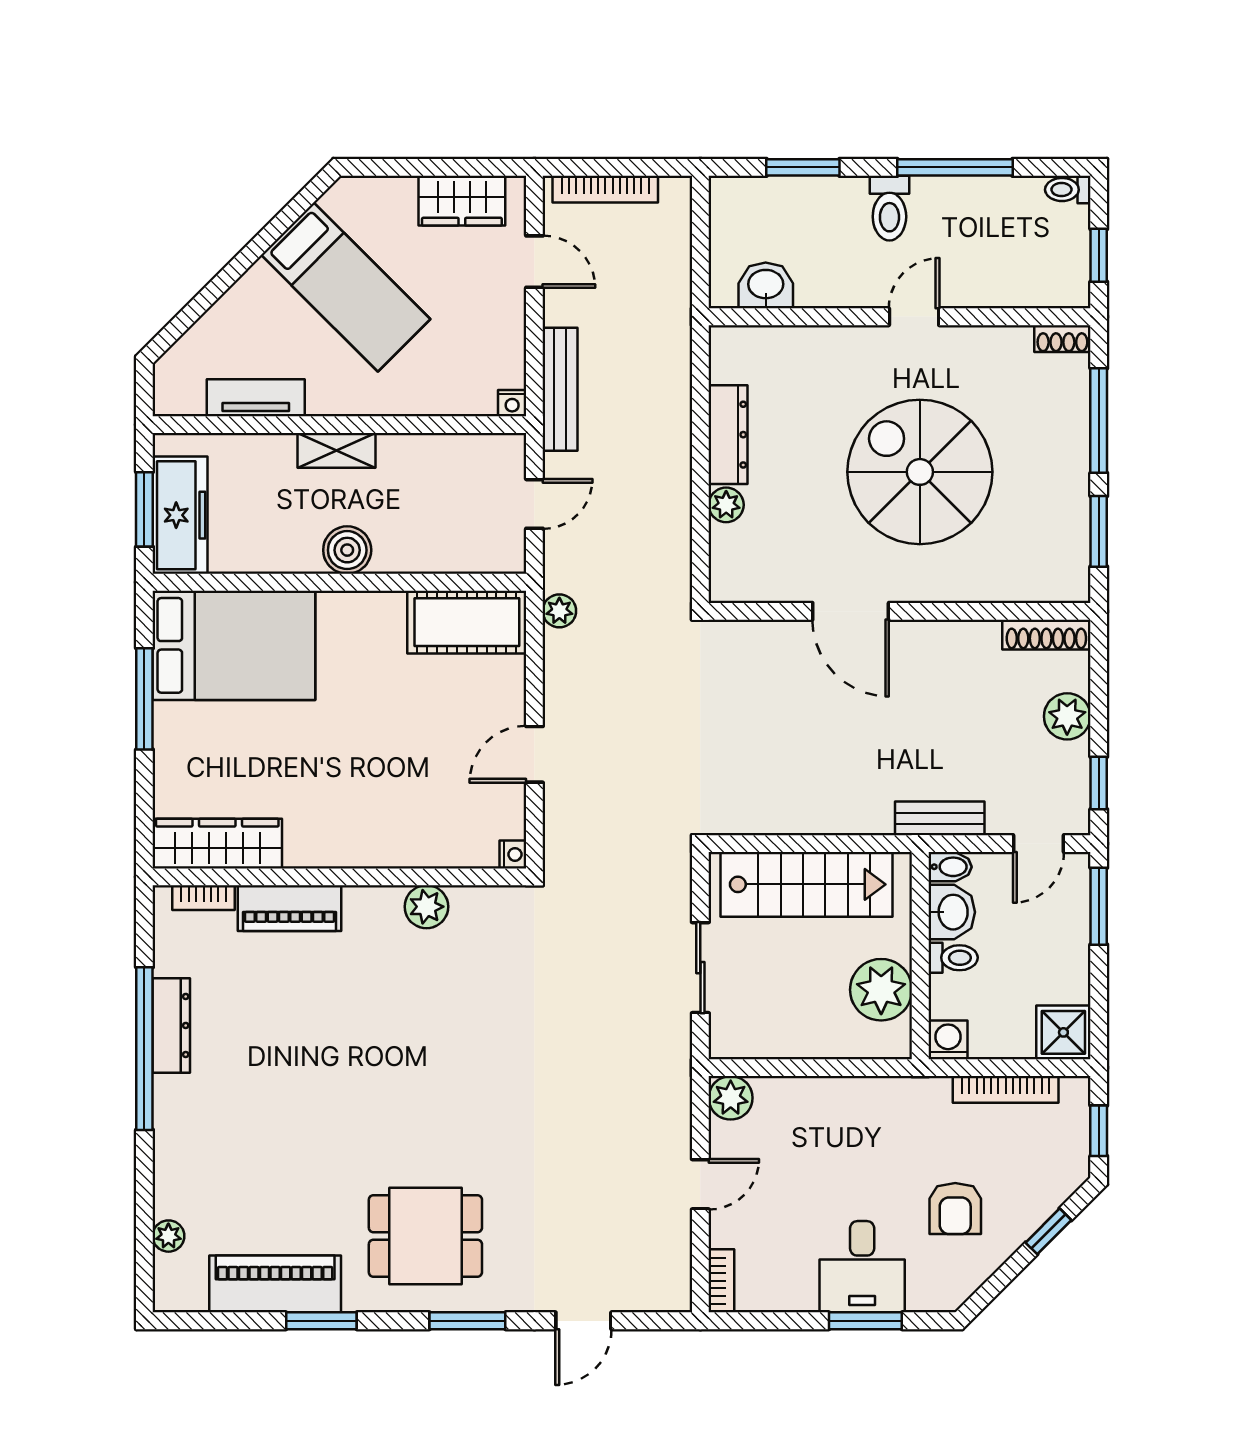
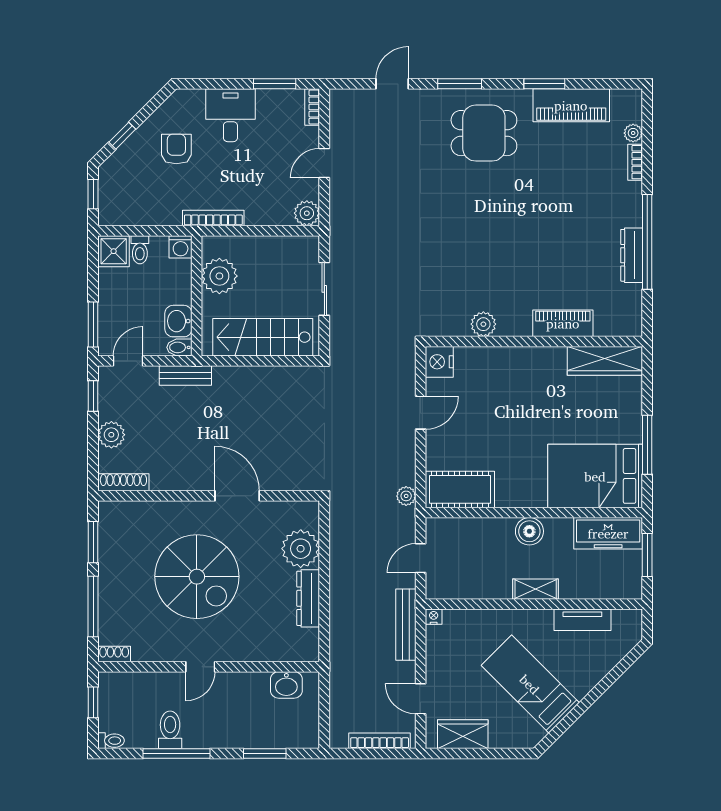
toilet: (889, 208) -> (170, 730), moved
plant: (726, 505) -> (301, 549), width x1.88, depth x1.88
freezer: (180, 515) -> (608, 533), moved, turned -90
nightstand: (513, 854) -> (439, 362), width x1.89, depth x1.79
bookcase: (204, 898) -> (635, 162), moved, turned -90
toilet: (953, 958) -> (140, 250), moved, turned -90
bookcase: (1006, 1089) -> (213, 218), moved
window: (865, 1321) -> (275, 84), moved

